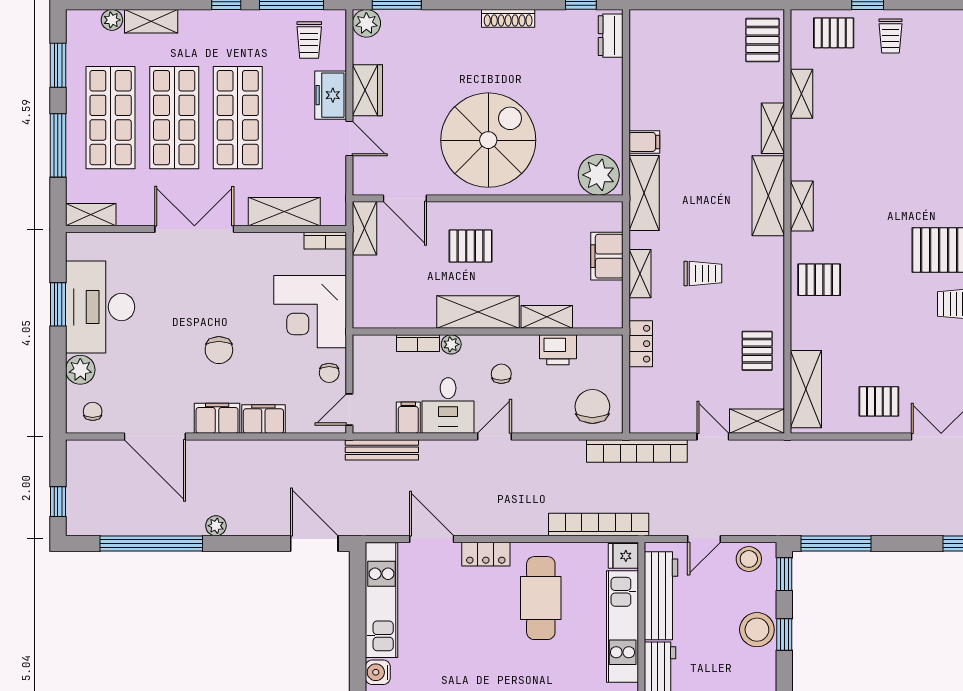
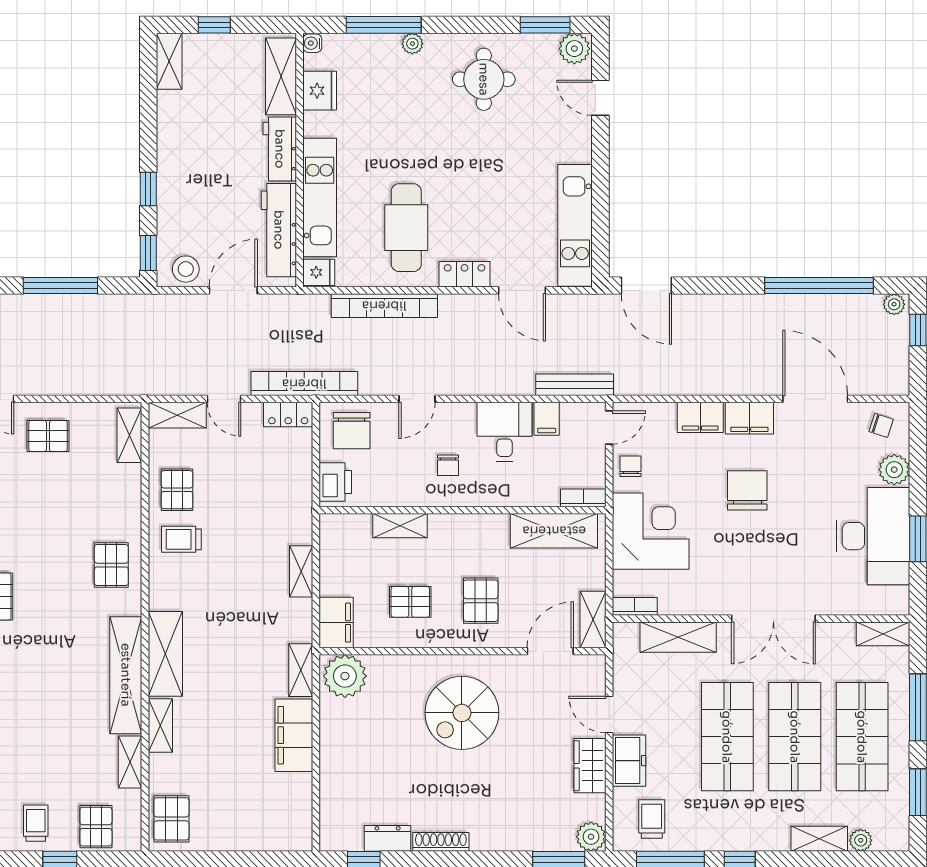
pallet: (834, 33) -> (96, 827), turned 90
dresser: (611, 36) -> (388, 838), moved, turned -90
spiral stairs: (488, 140) -> (462, 713), width x0.73, depth x0.73
filing cabinet: (644, 142) -> (294, 735), width x3.00, depth x1.17
shelving: (644, 193) -> (301, 670), width x0.67, depth x0.75
door: (405, 198) -> (550, 651), hinge flipped
shelving: (802, 206) -> (126, 675), width x2.20, depth x1.33
pallet: (537, 245) -> (410, 602), added
pallet: (471, 246) -> (481, 601), turned 90
filing cabinet: (607, 256) -> (336, 623), moved
trolley: (703, 273) -> (181, 539), moved
pallet: (819, 280) -> (111, 565), turned 90
shelving: (478, 312) -> (554, 531), moved
bookcase: (418, 343) -> (583, 498), moved
plant: (451, 344) -> (501, 496), removed
locker: (641, 344) -> (288, 414), moved, turned -90
chair: (219, 350) -> (747, 490), width x1.37, depth x1.37
printer: (558, 350) -> (335, 482), moved, turned 90
shelving: (806, 389) -> (129, 435), width x0.67, depth x0.75
chair: (93, 411) -> (881, 425), turned -72
door: (494, 436) -> (417, 399), moved
bookcase: (599, 525) -> (384, 306), moved
plant: (216, 526) -> (894, 304), moved
door: (704, 539) -> (233, 290), width x1.38
window: (836, 544) -> (60, 285), moved
stool: (757, 630) -> (177, 194), removed
water cooler: (378, 672) -> (579, 149), removed

